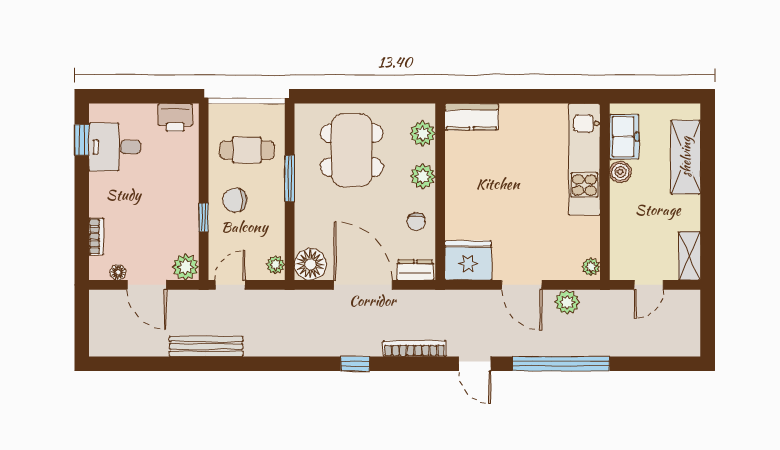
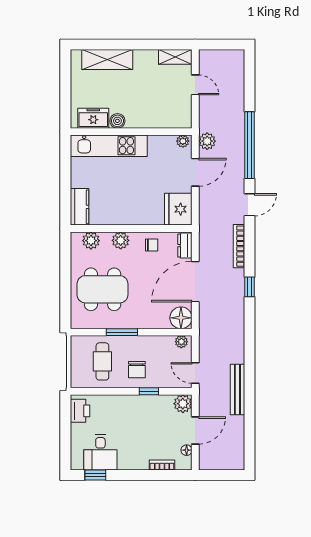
freezer: (624, 137) -> (93, 118), moved
kitchen unit: (584, 159) -> (109, 146), moved
boiler: (620, 172) -> (117, 121), moved
wall: (605, 192) -> (131, 132), moved
plant: (591, 267) -> (183, 141), moved

